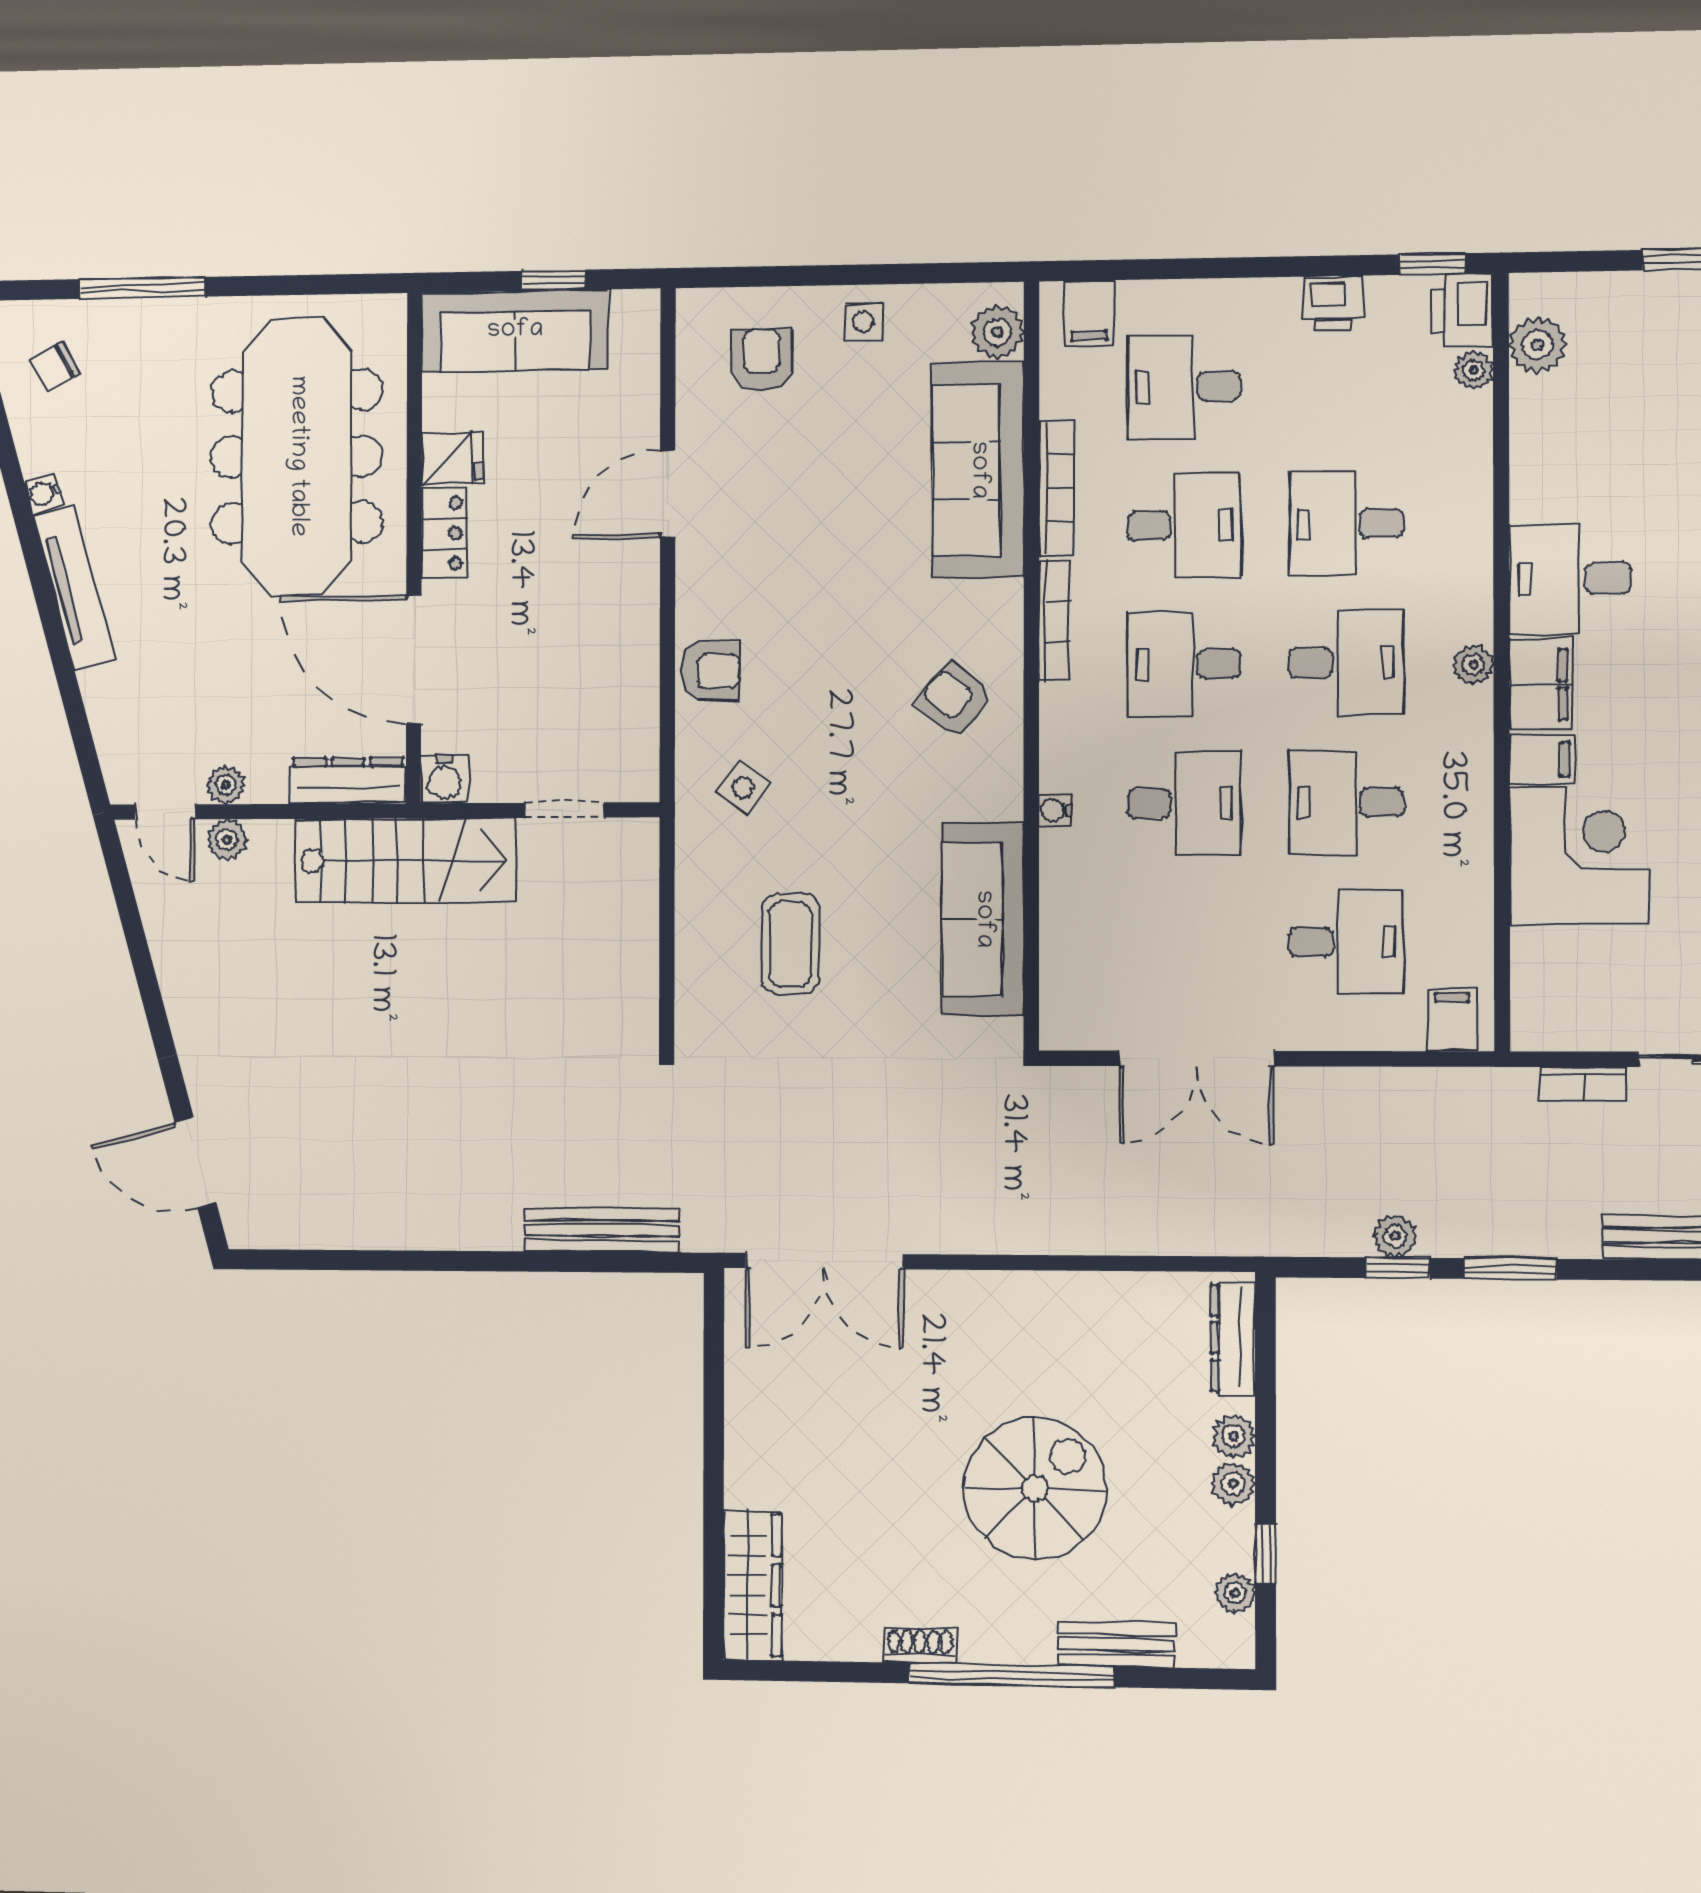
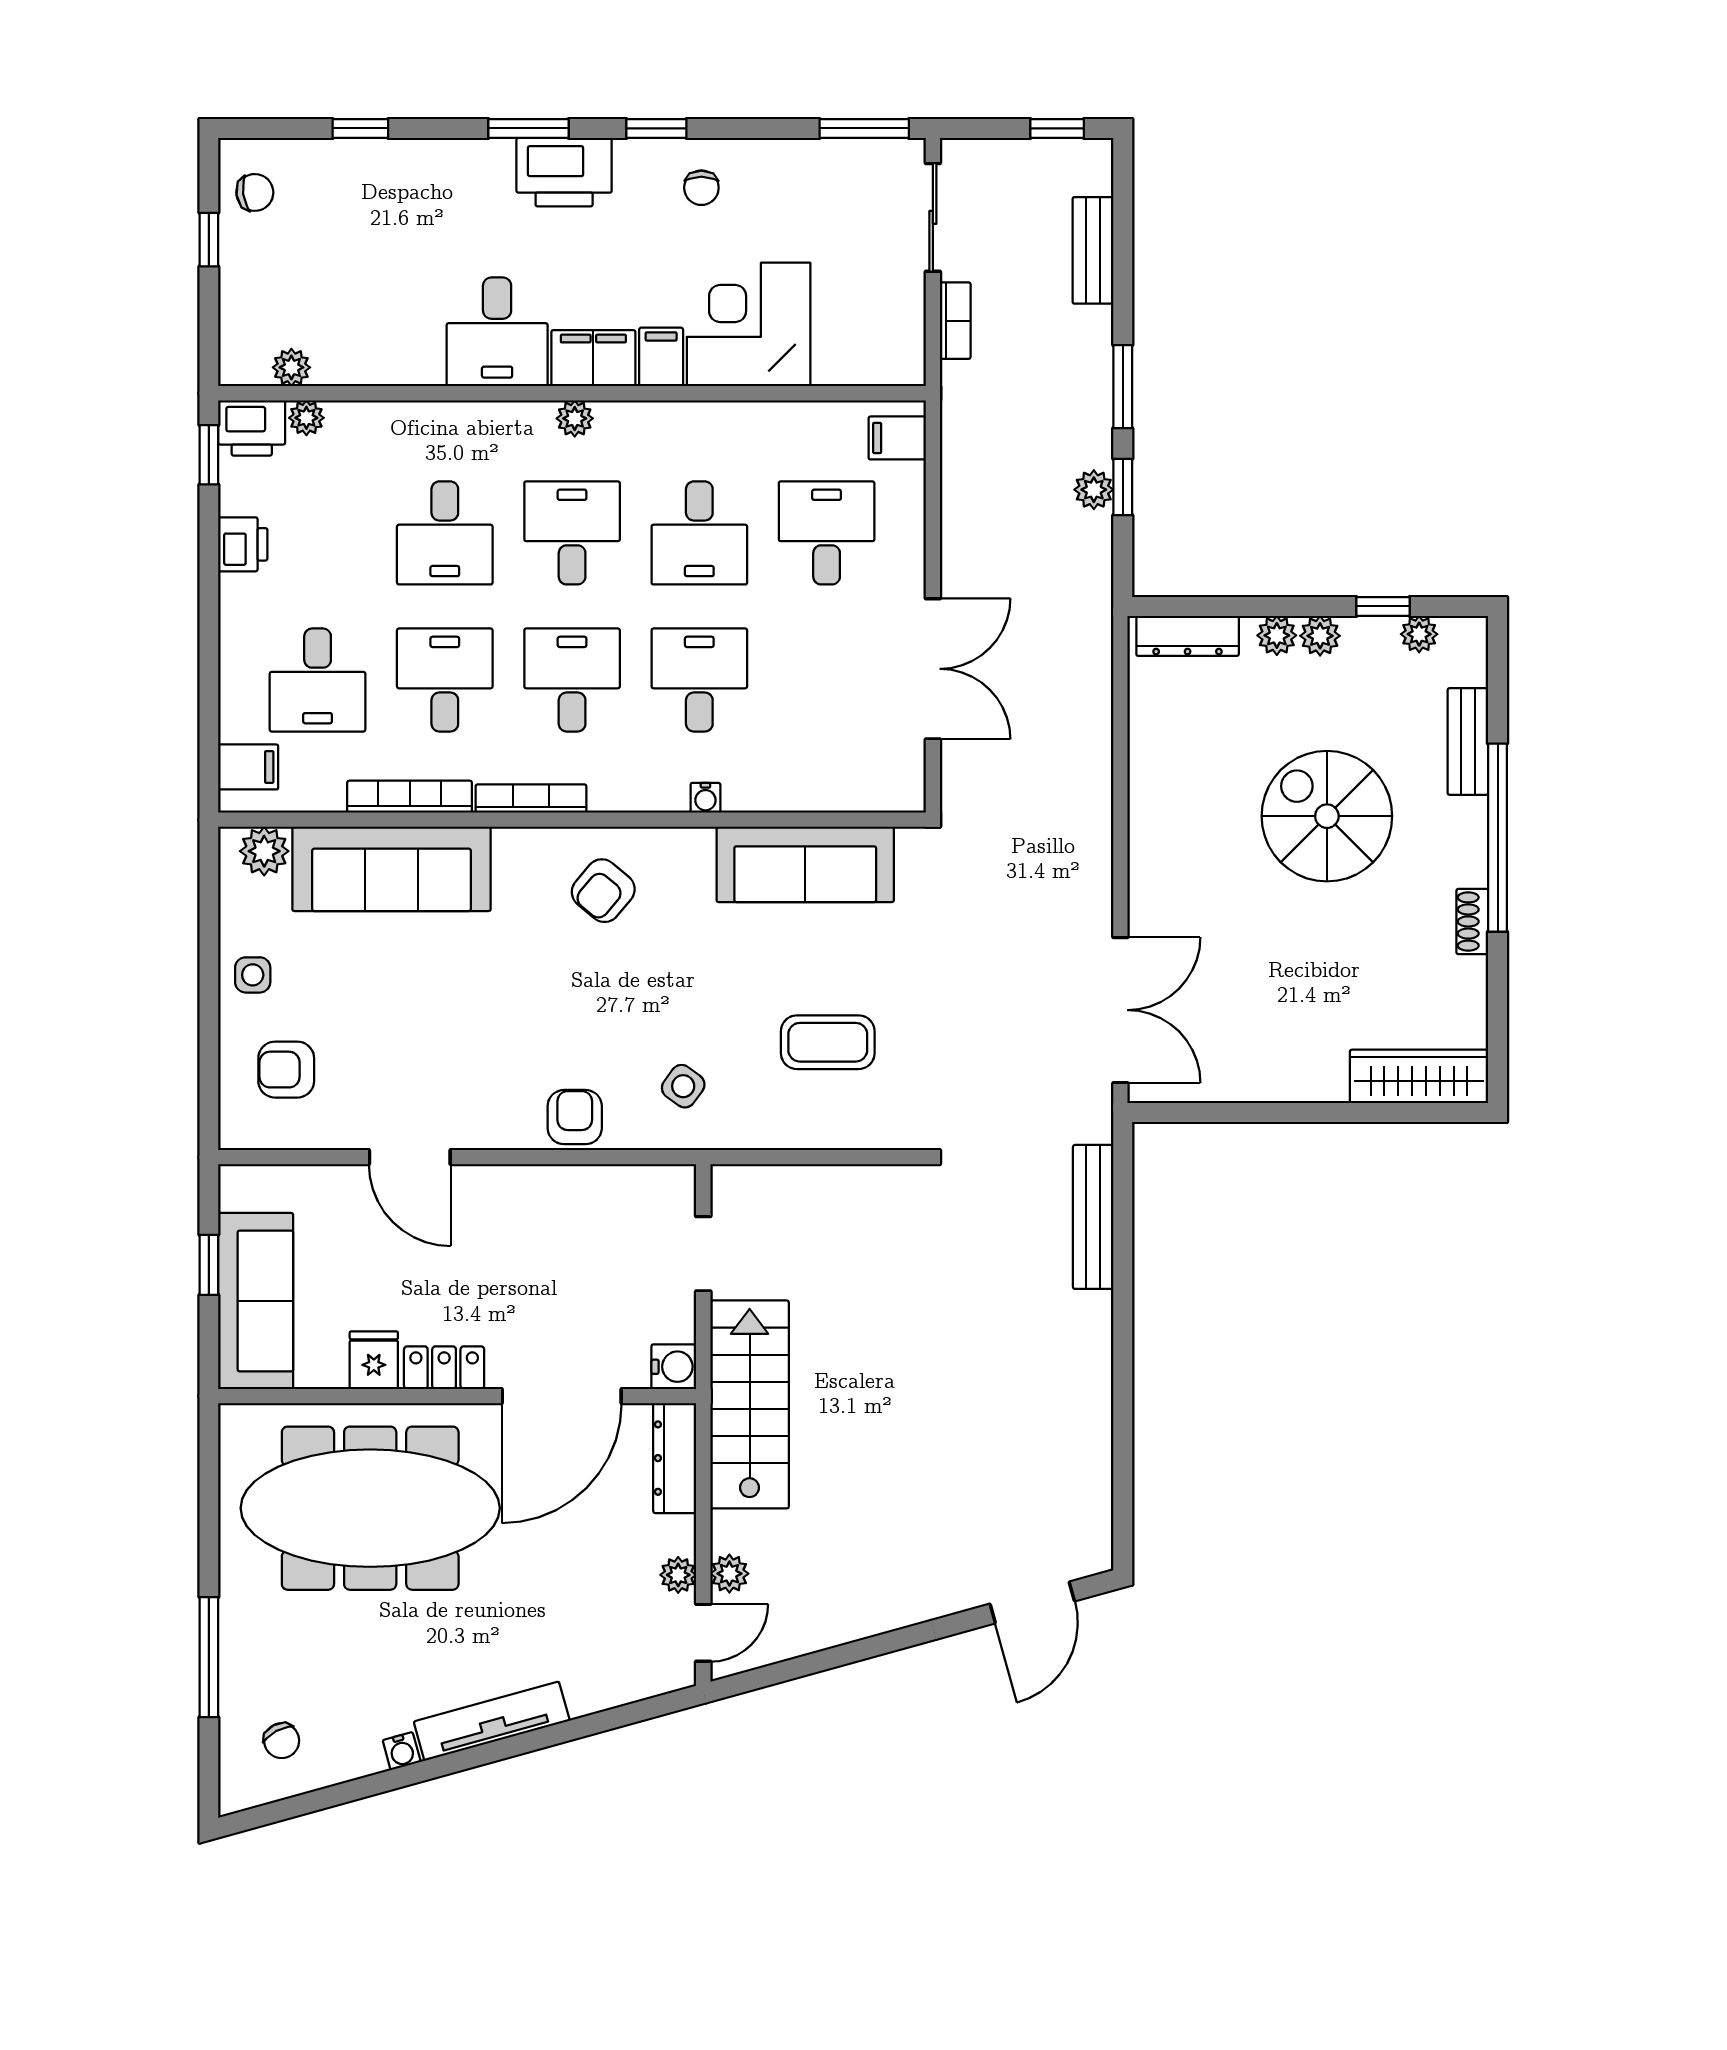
plant: (1538, 345) -> (291, 367), width x0.73, depth x0.73
desk: (1184, 664) -> (572, 680), turned 180

